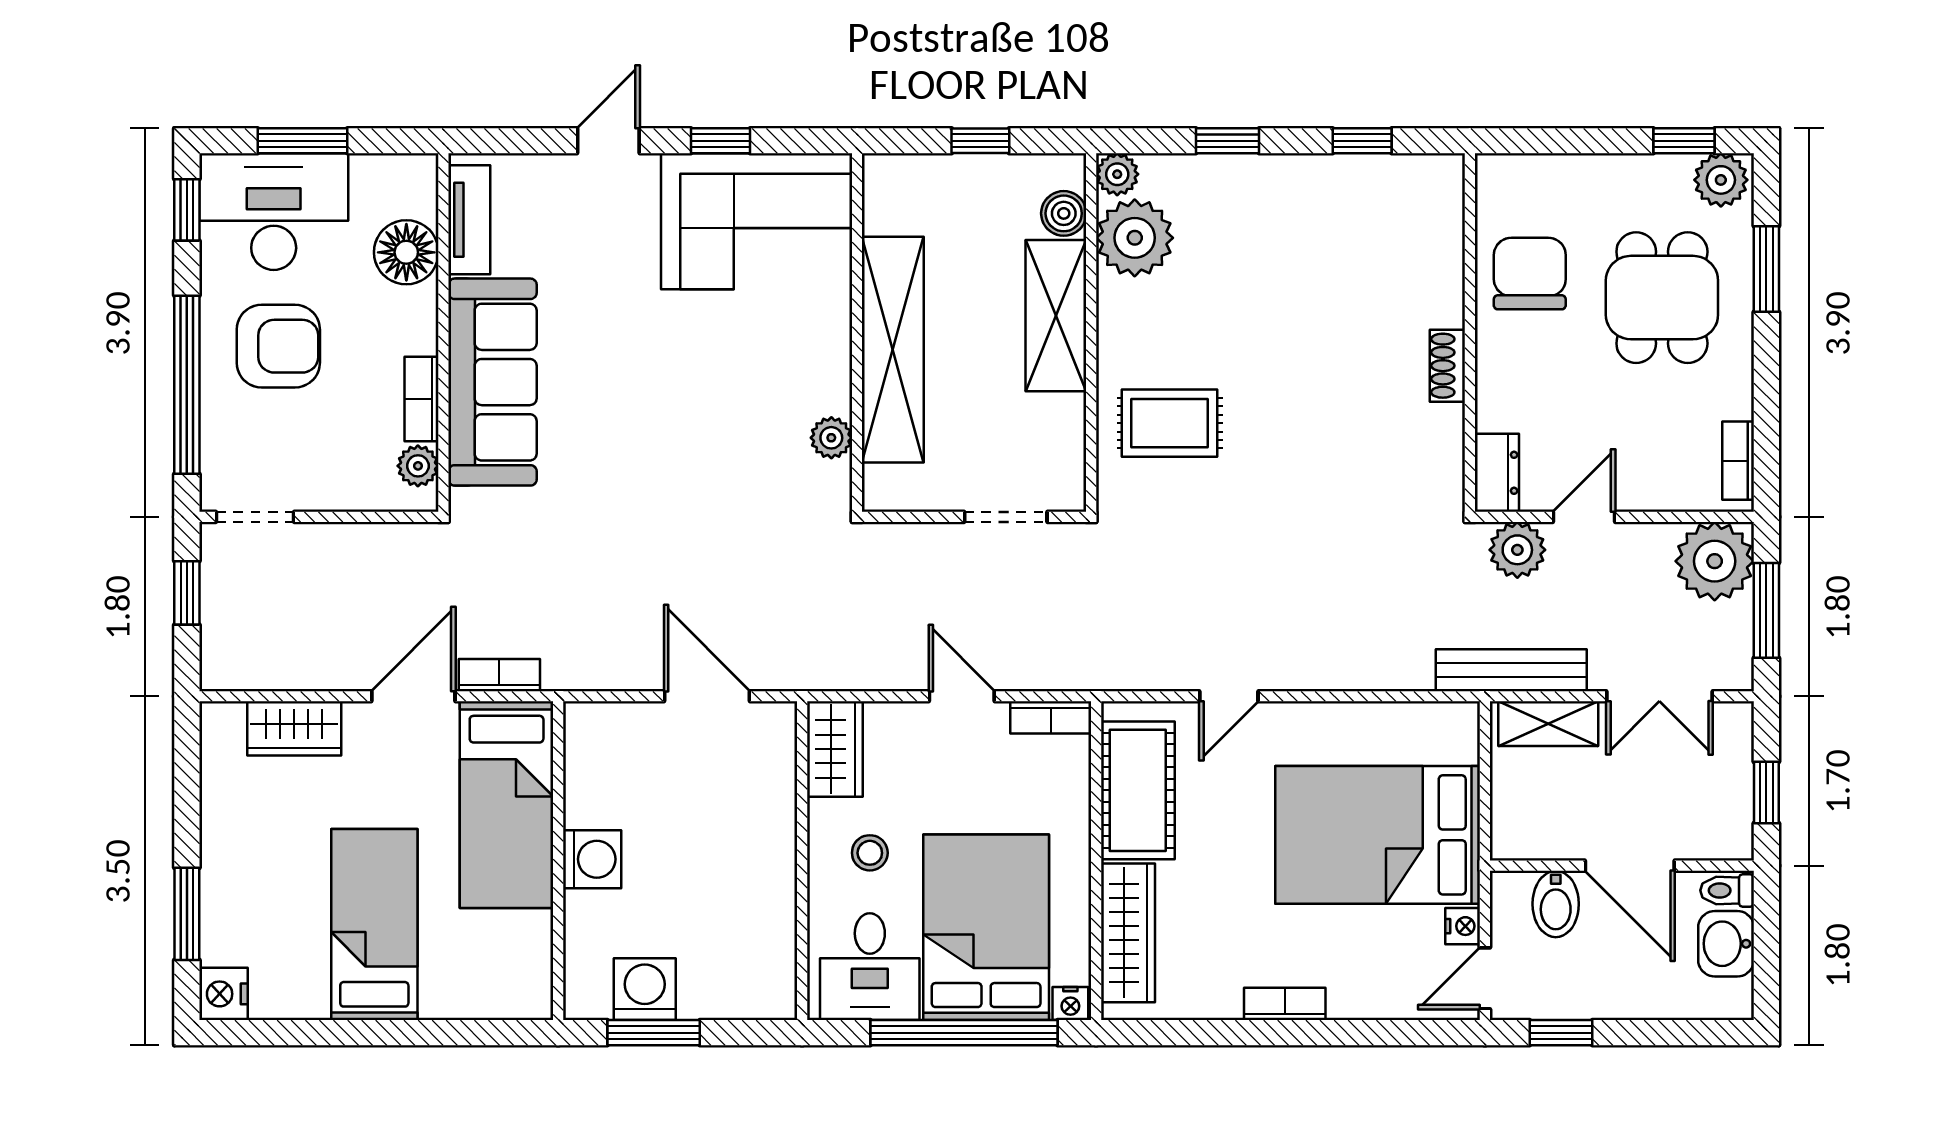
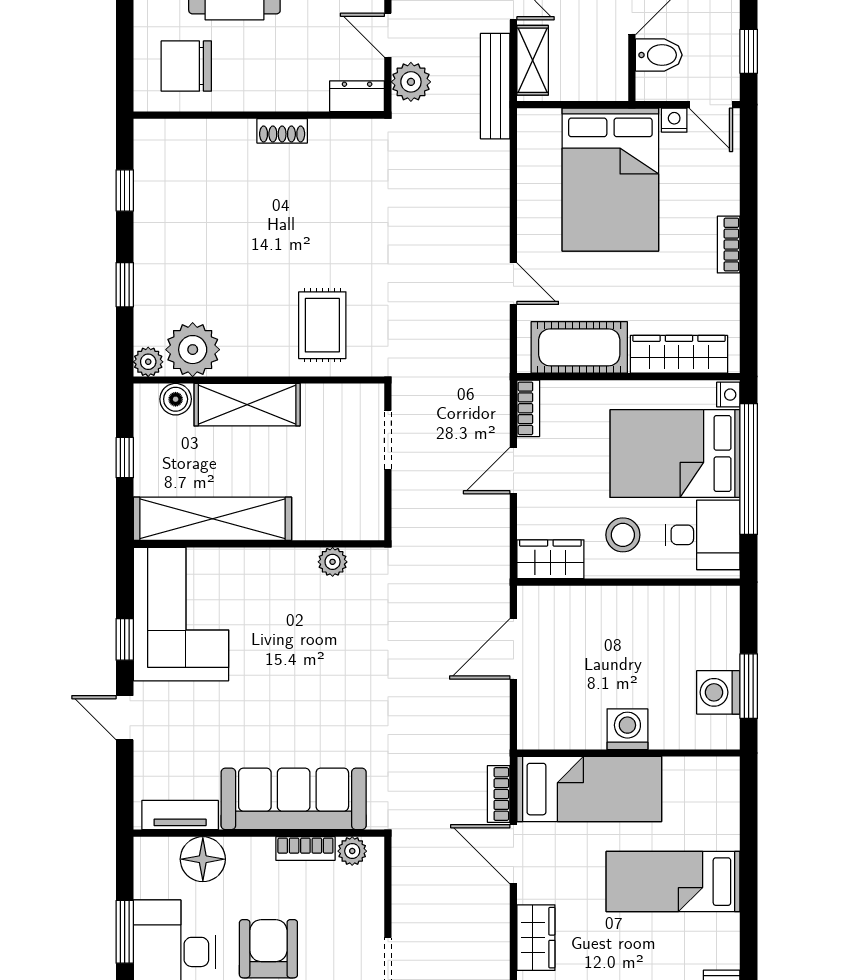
chair: (1530, 274) -> (186, 66), moved
shelving: (893, 350) -> (212, 519), moved
stool: (870, 853) -> (623, 535), width x1.37, depth x1.37

